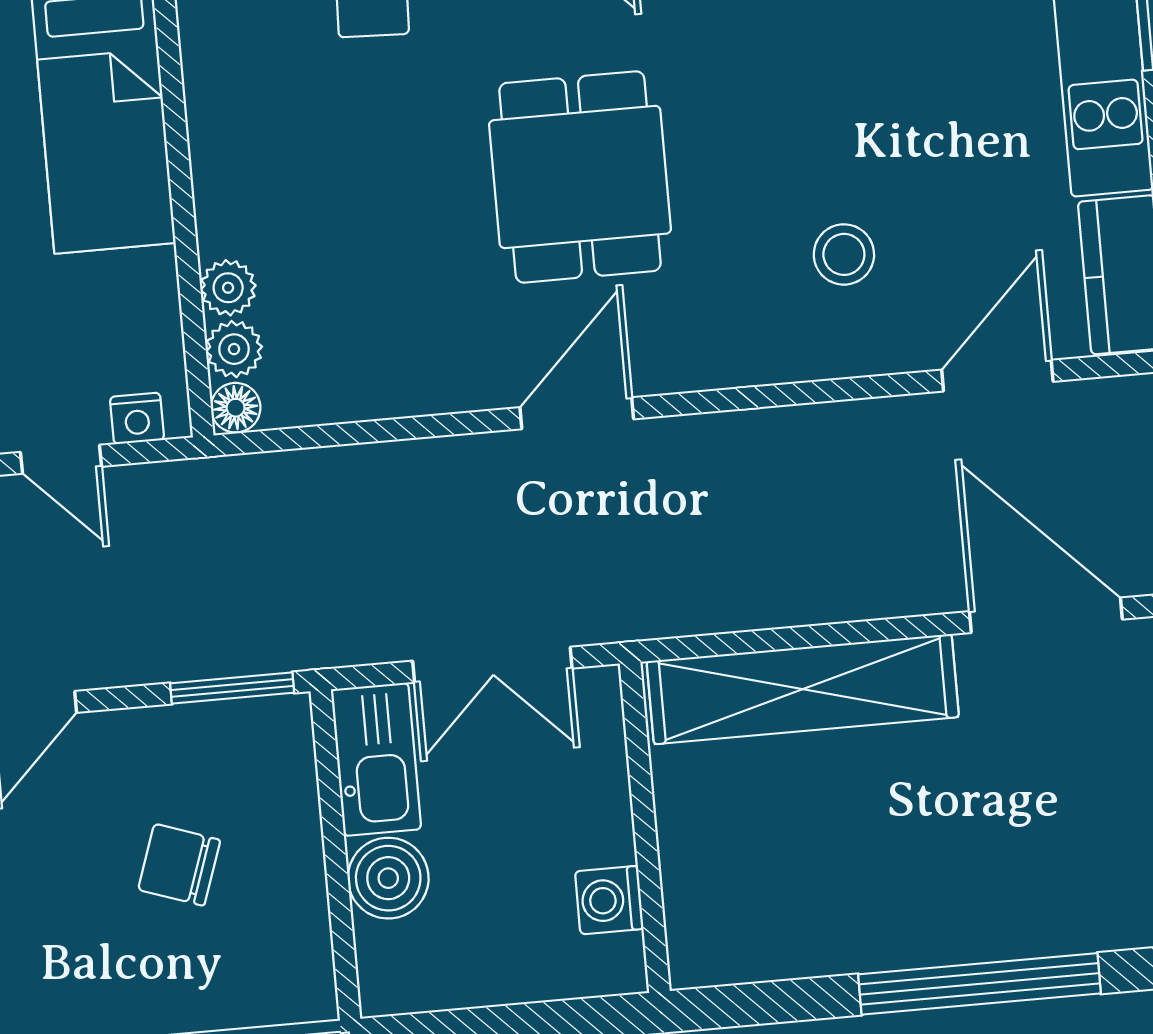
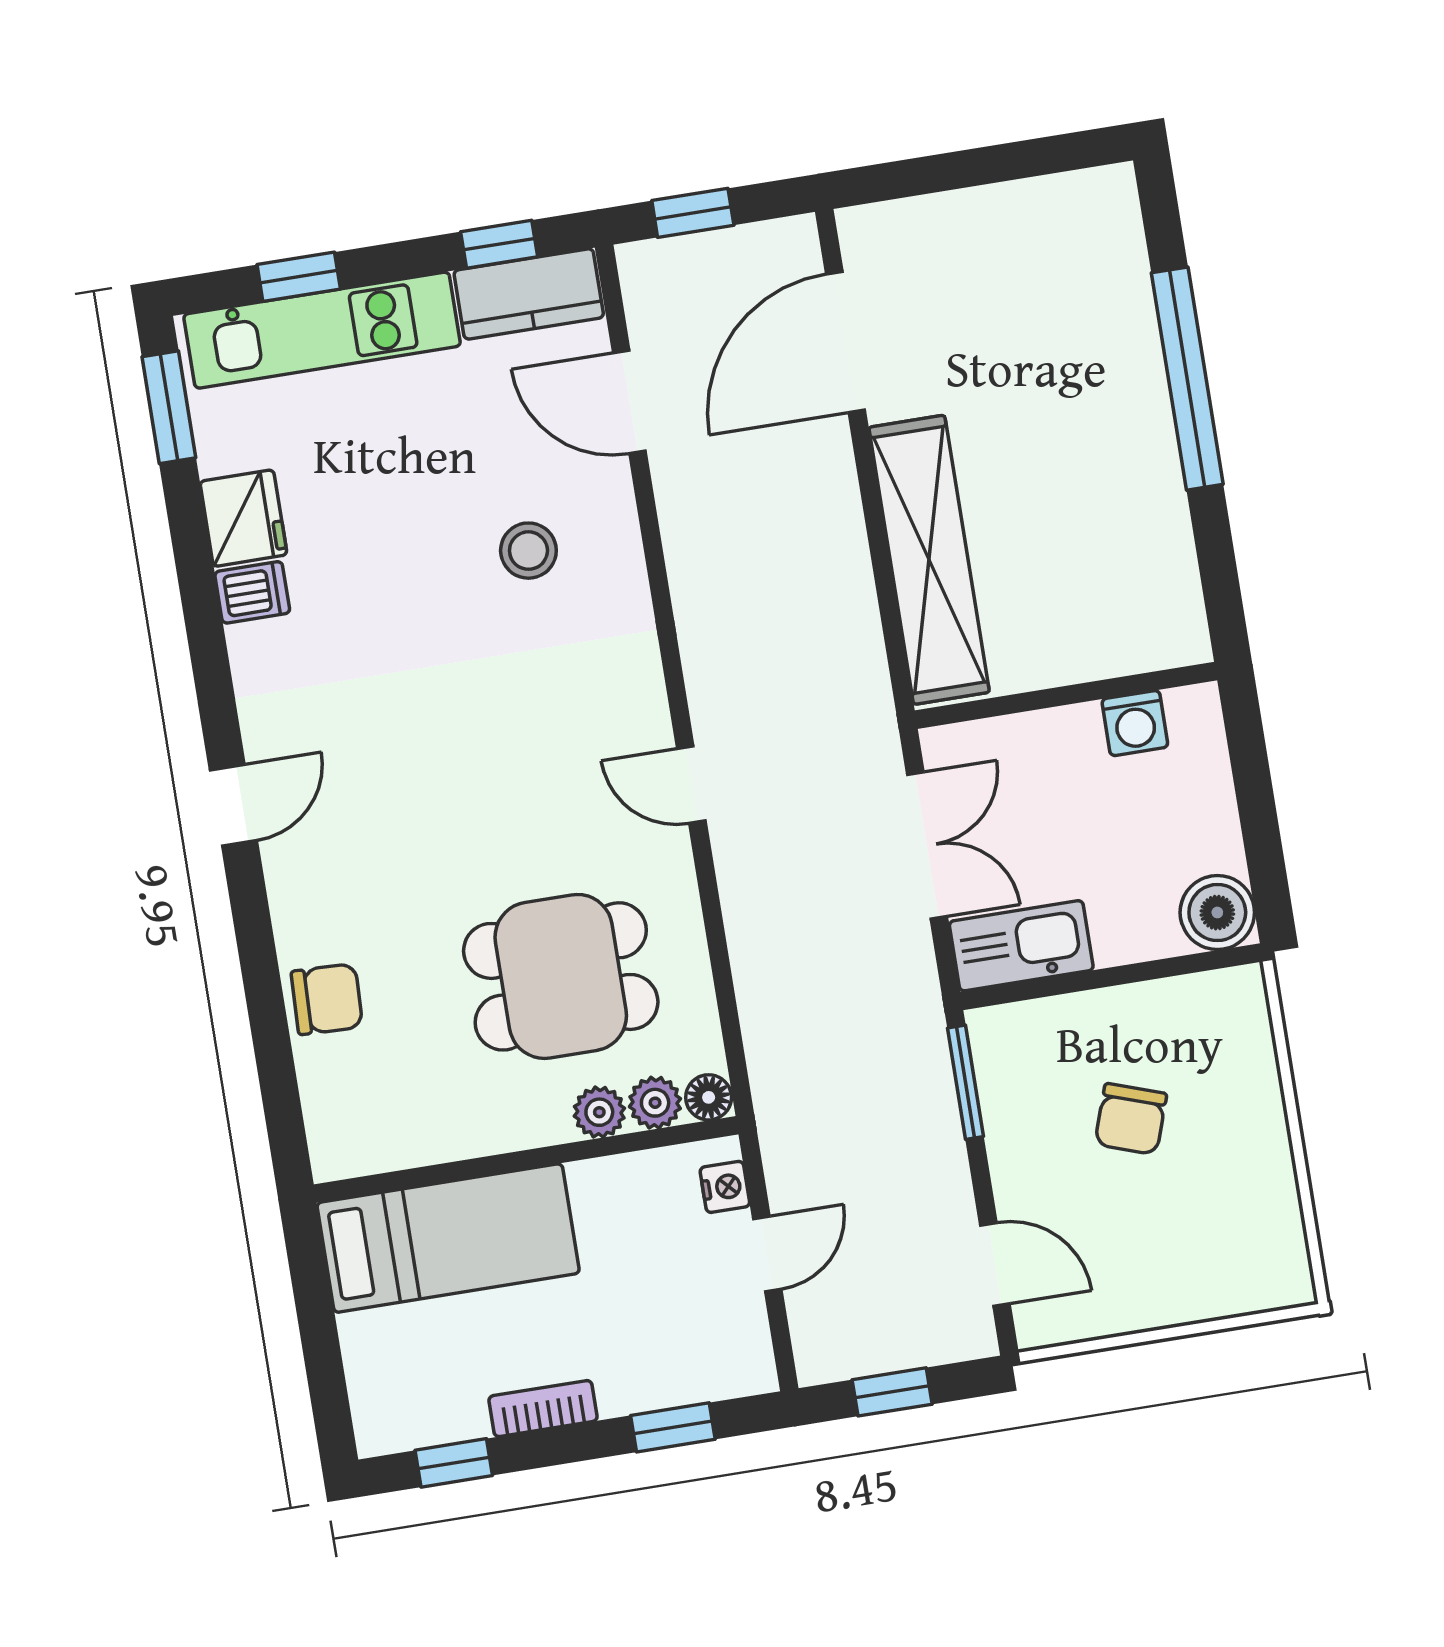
dining table: (580, 177) -> (561, 976), moved
door: (577, 413) -> (691, 785), width x0.73
boiler: (388, 878) -> (1217, 913), moved

